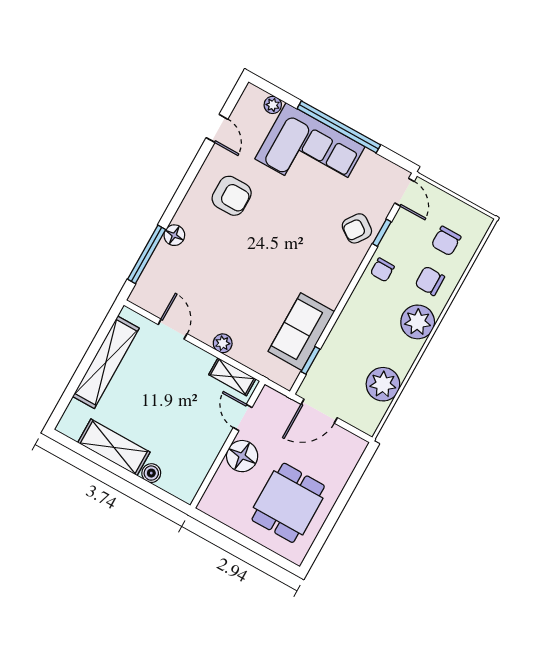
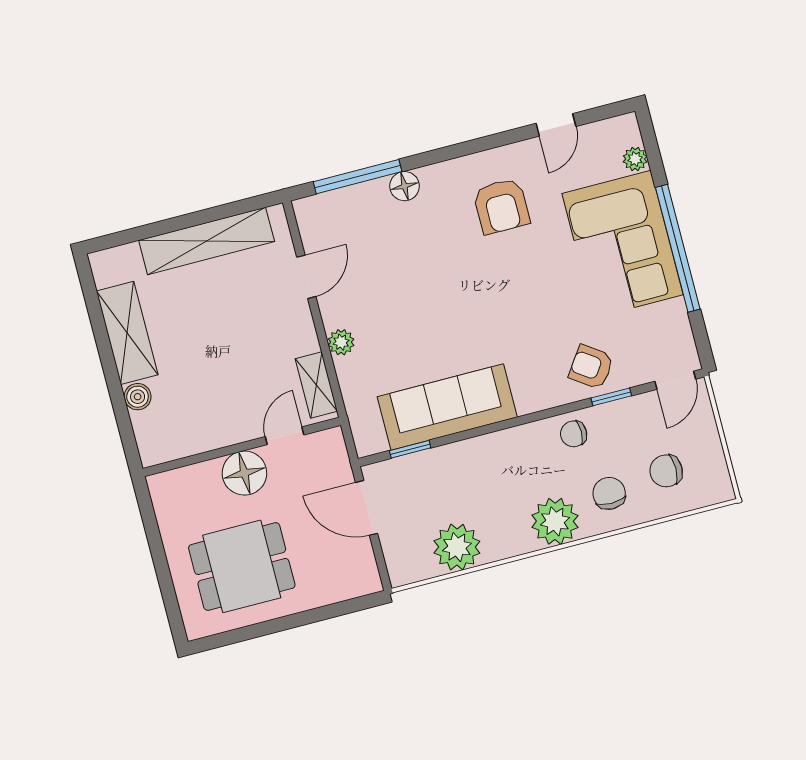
sofa: (301, 332) -> (447, 407), width x1.36

